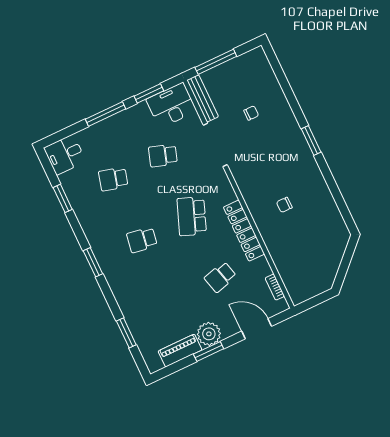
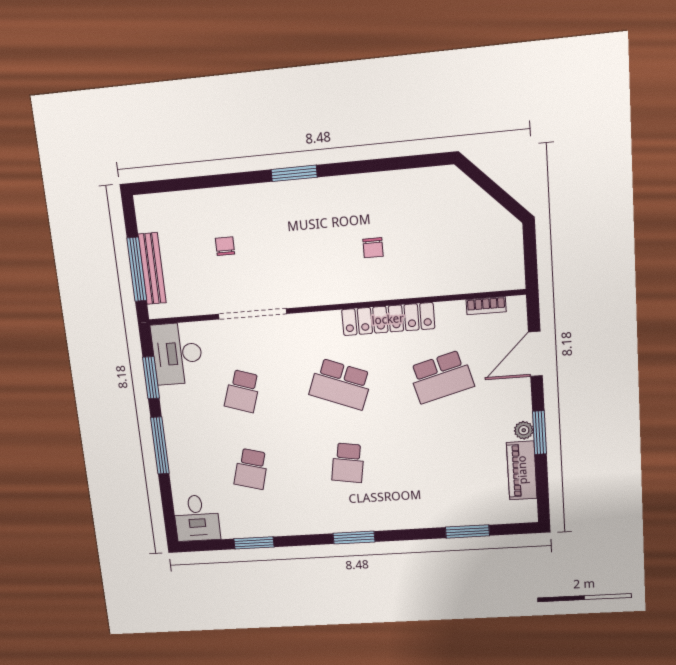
bench: (203, 98) -> (152, 269), moved, turned 90
school desk: (220, 277) -> (441, 377), width x1.85
plant: (209, 334) -> (524, 430), width x0.53, depth x0.53

